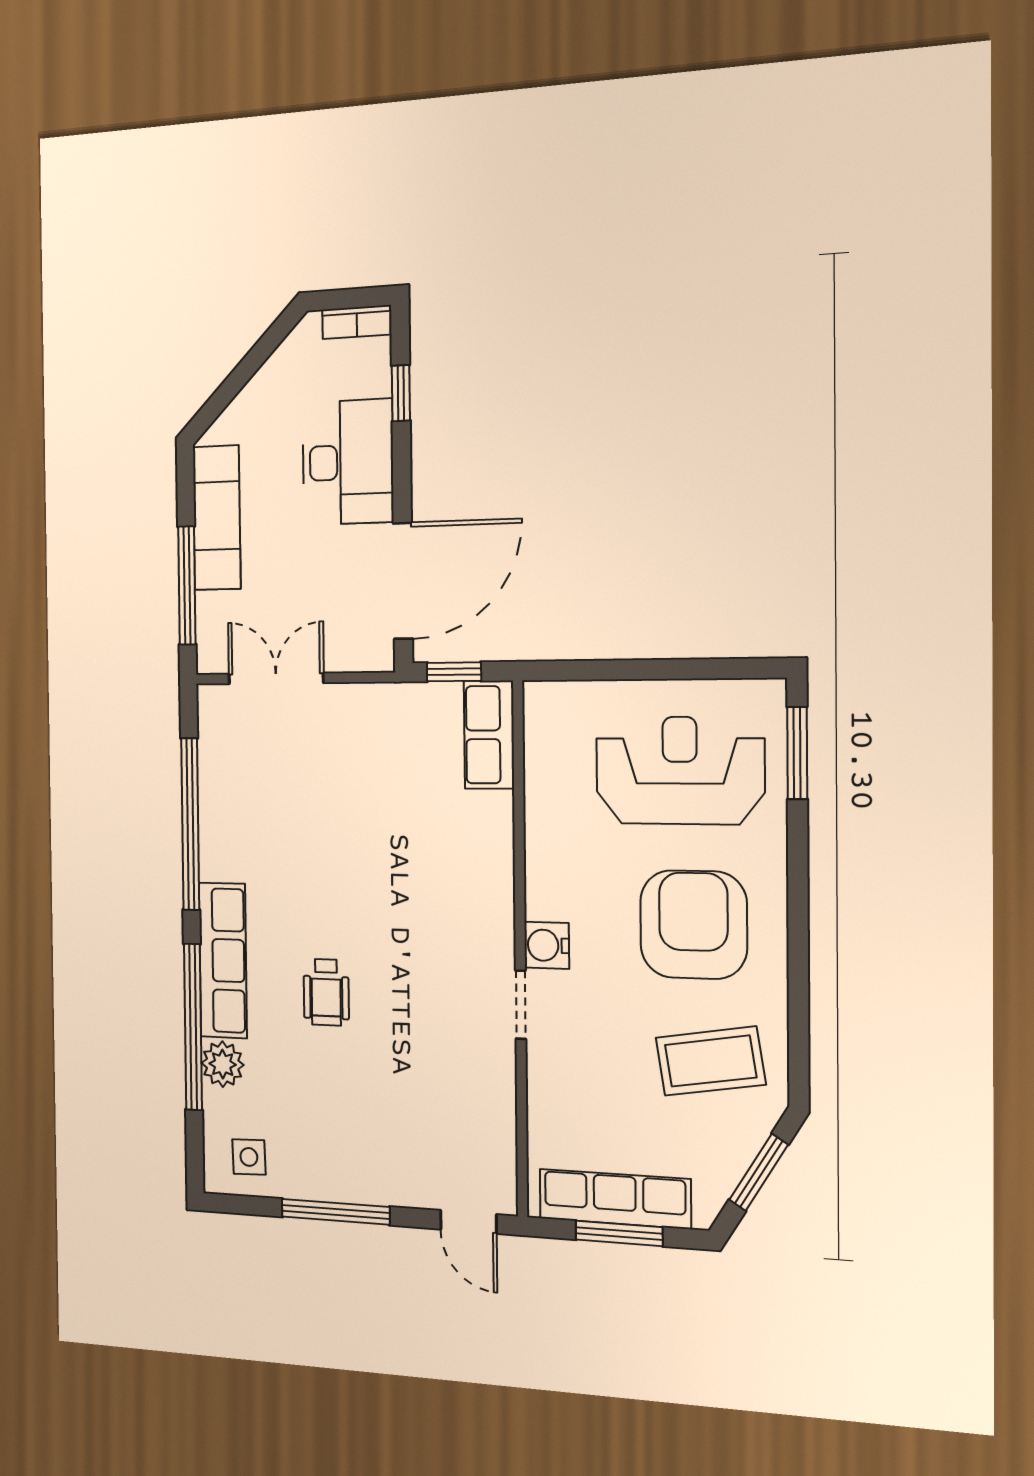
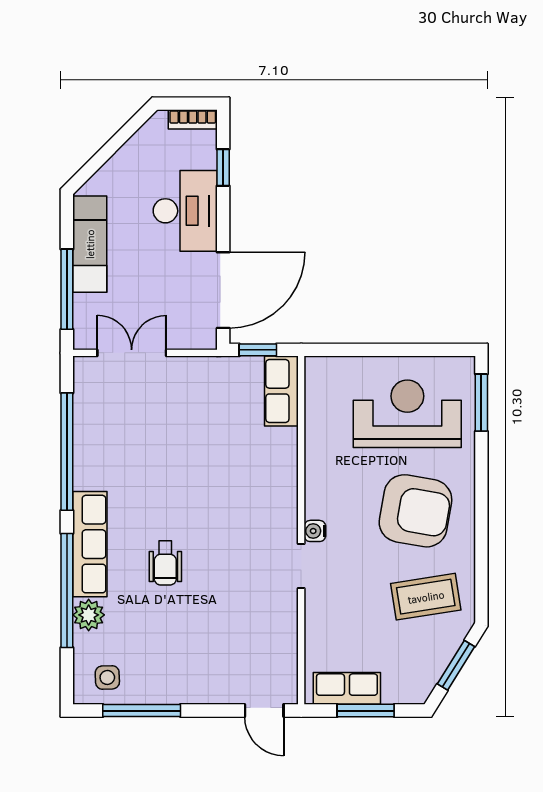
armchair: (693, 925) -> (415, 511), turned 100
water cooler: (547, 945) -> (315, 531), width x0.72, depth x0.72
row of seats: (615, 1199) -> (347, 688), width x0.68
window: (335, 1212) -> (142, 711), moved

